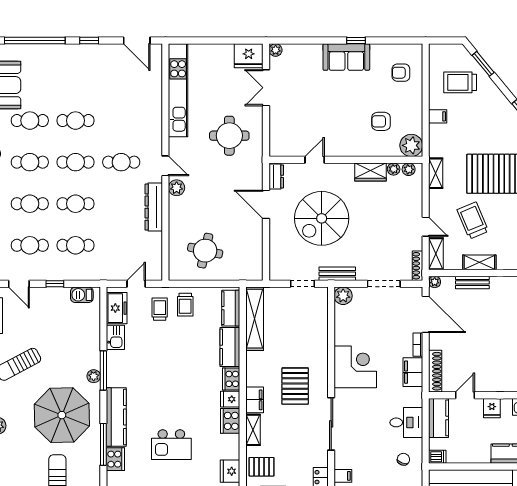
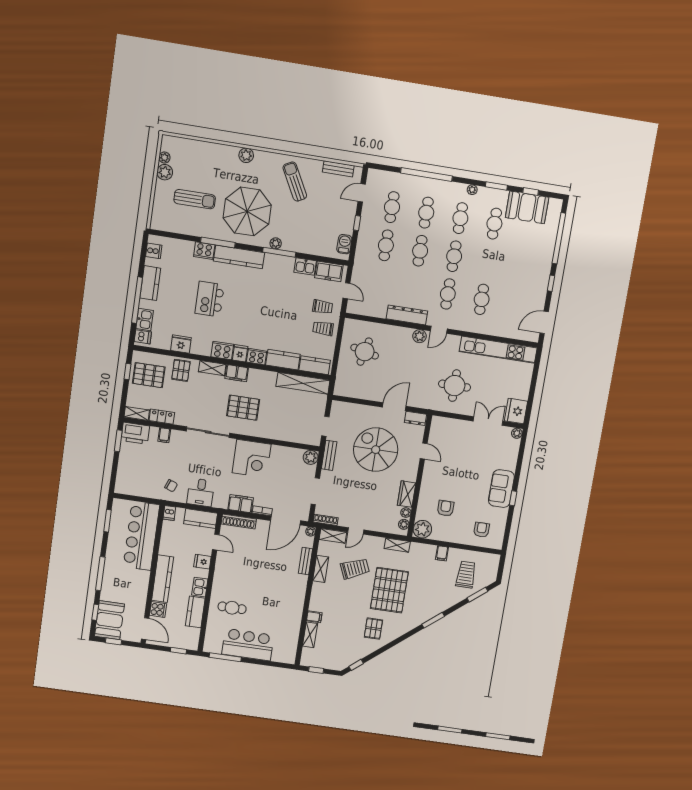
cafe table: (76, 121) -> (482, 299), moved

